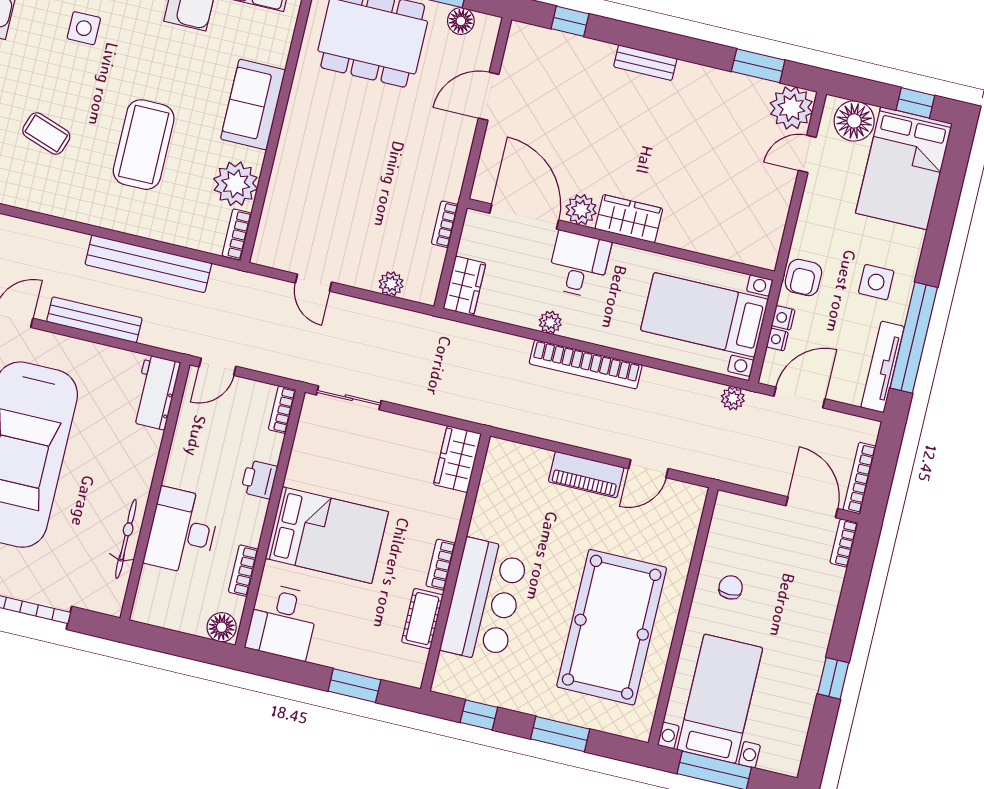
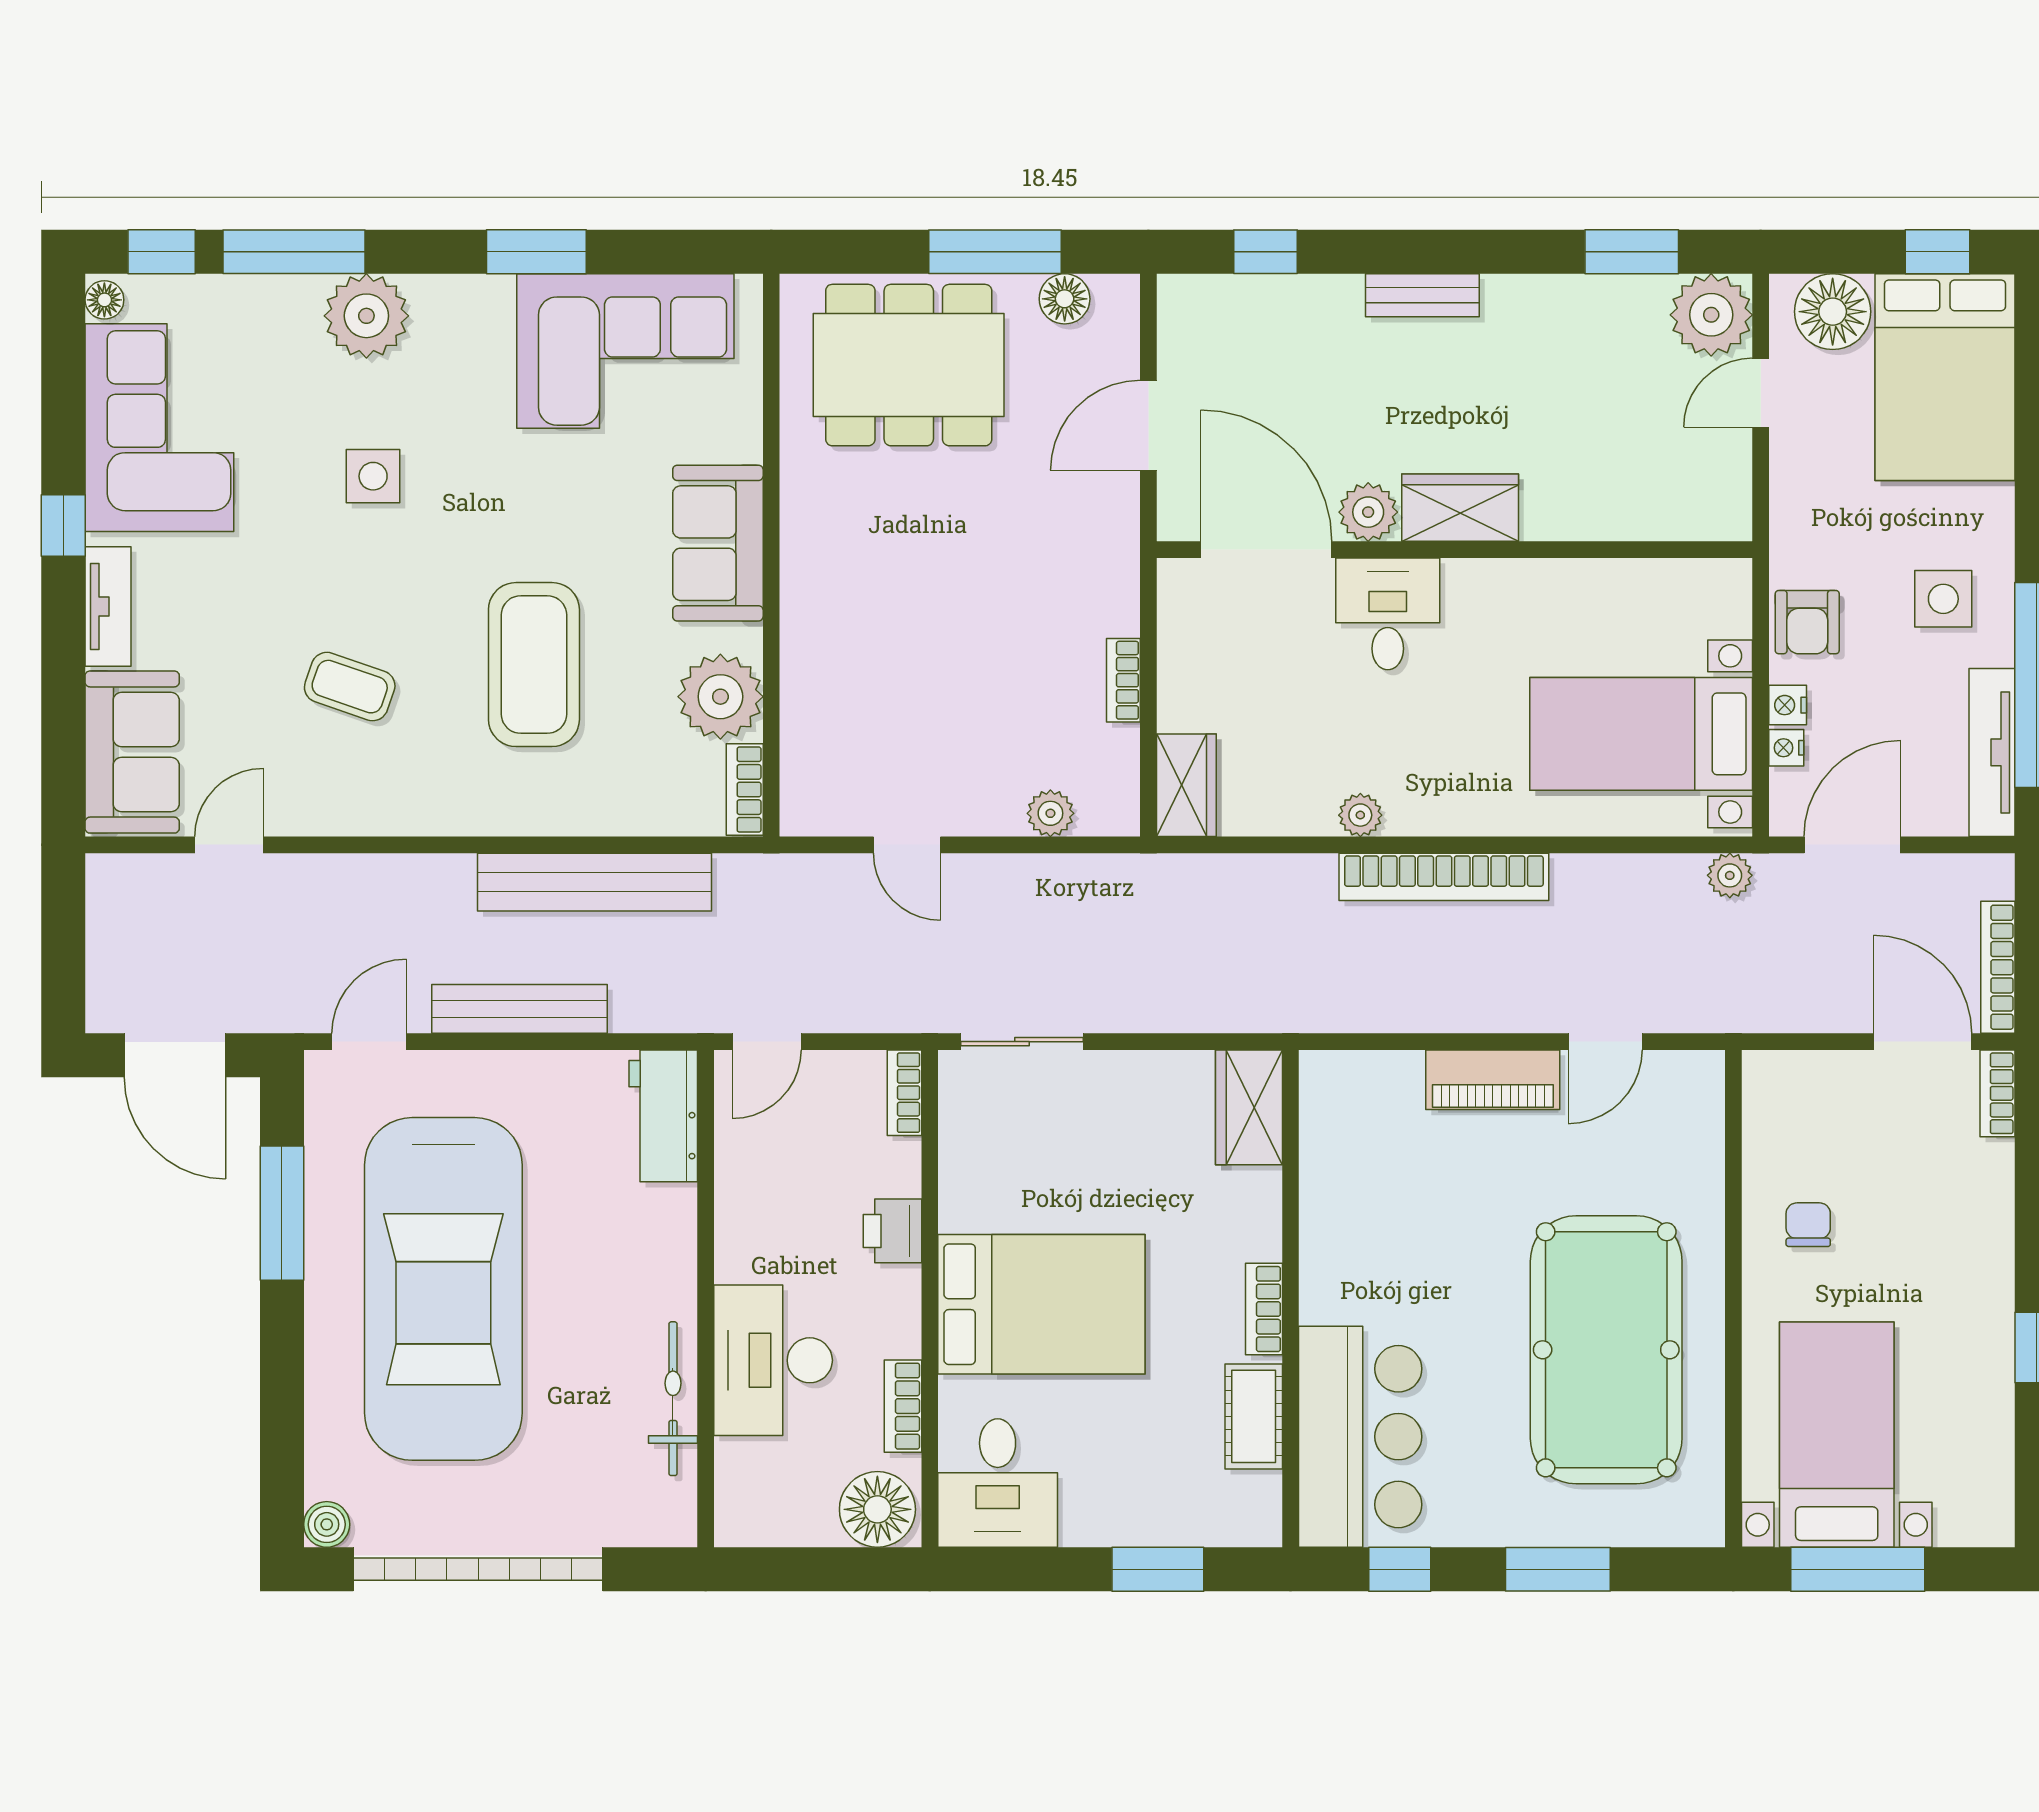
plant: (581, 210) -> (1368, 512), moved
door: (524, 217) -> (1266, 550), moved
wardrobe: (629, 219) -> (1460, 508), moved
wall: (621, 240) -> (1455, 550), moved
desk: (579, 264) -> (1388, 614), moved
bar counter: (484, 601) -> (1360, 1437), moved
floor lamp: (222, 627) -> (877, 1509), width x1.38, depth x1.38

